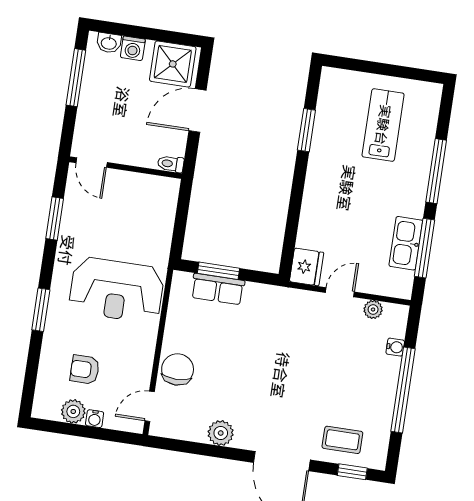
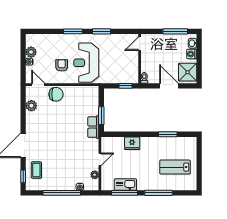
lab bench: (383, 125) -> (175, 167), turned 180
window: (183, 209) -> (126, 86), added
window: (55, 219) -> (102, 31), moved
fridge: (307, 267) -> (132, 143), moved
window: (219, 271) -> (101, 116), moved
row of seats: (218, 289) -> (93, 127), moved
door: (340, 292) -> (100, 159), hinge flipped
armchair: (85, 370) -> (62, 65), moved
plant: (221, 433) -> (31, 106), moved

